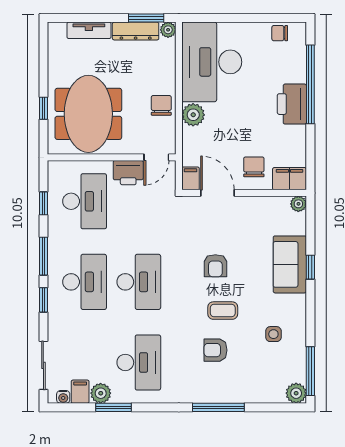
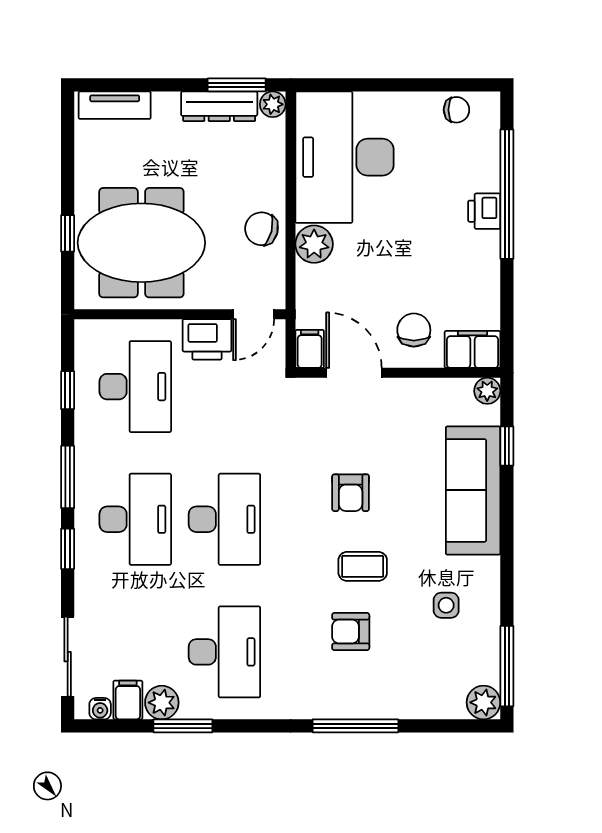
tv unit: (89, 30) -> (115, 105), moved
chair: (280, 33) -> (456, 110), turned 180
printer: (292, 104) -> (484, 211), width x0.53, depth x0.68
chair: (161, 105) -> (261, 229), turned -76
meeting table: (88, 114) -> (141, 243), turned 90
sofa: (290, 264) -> (473, 490), width x1.36
window: (310, 267) -> (507, 446), moved

